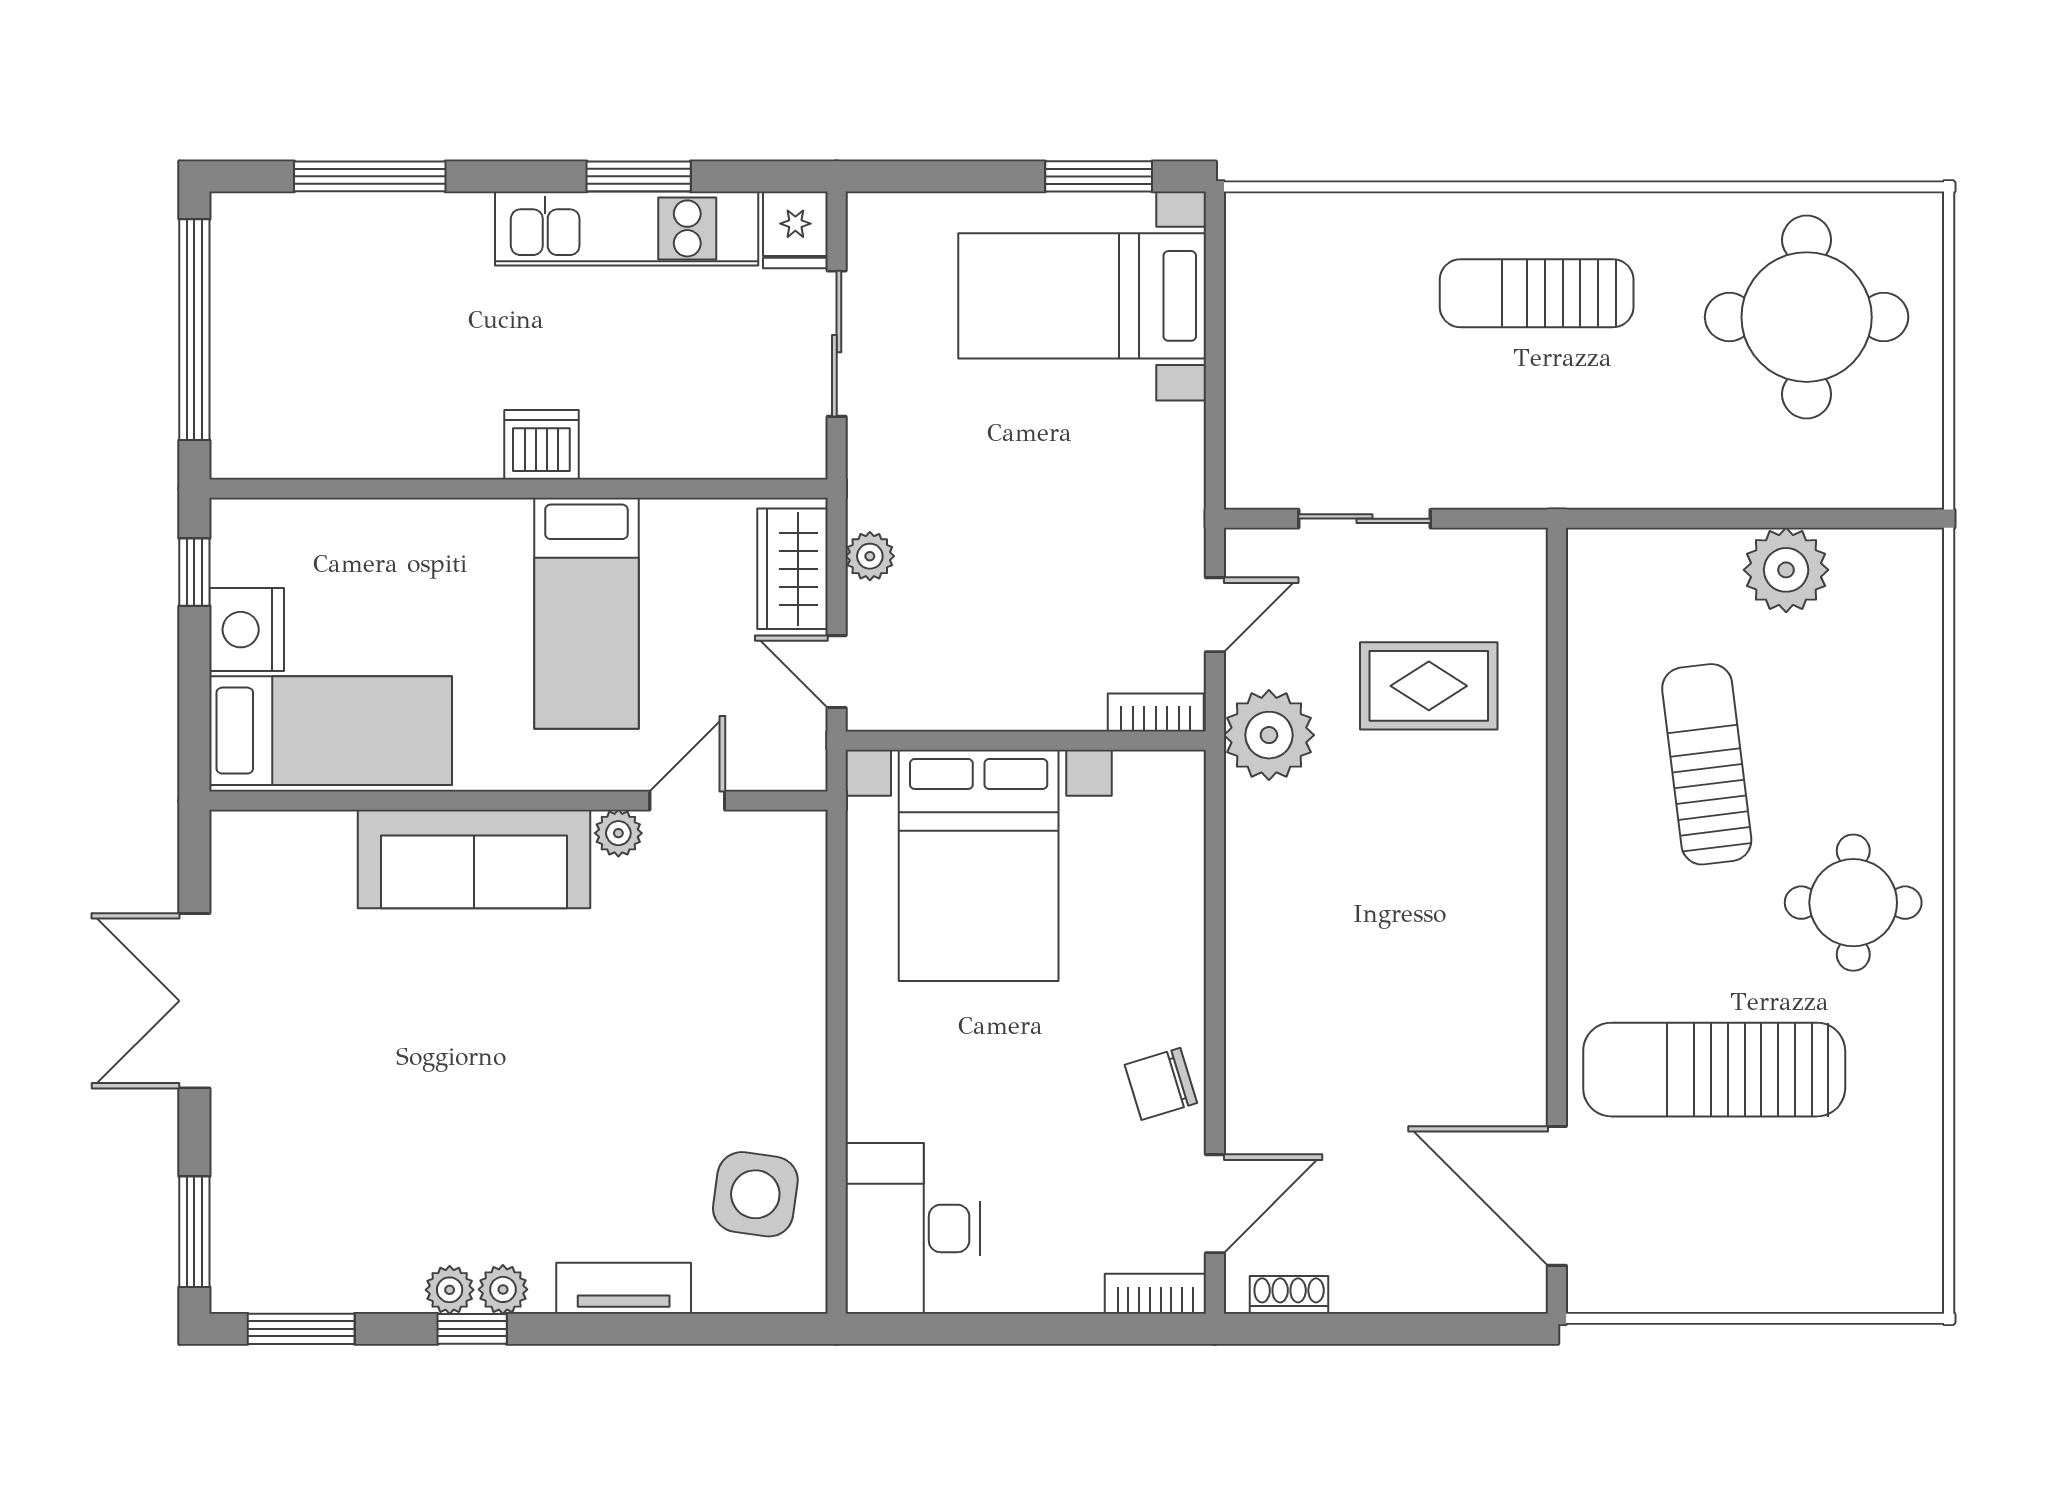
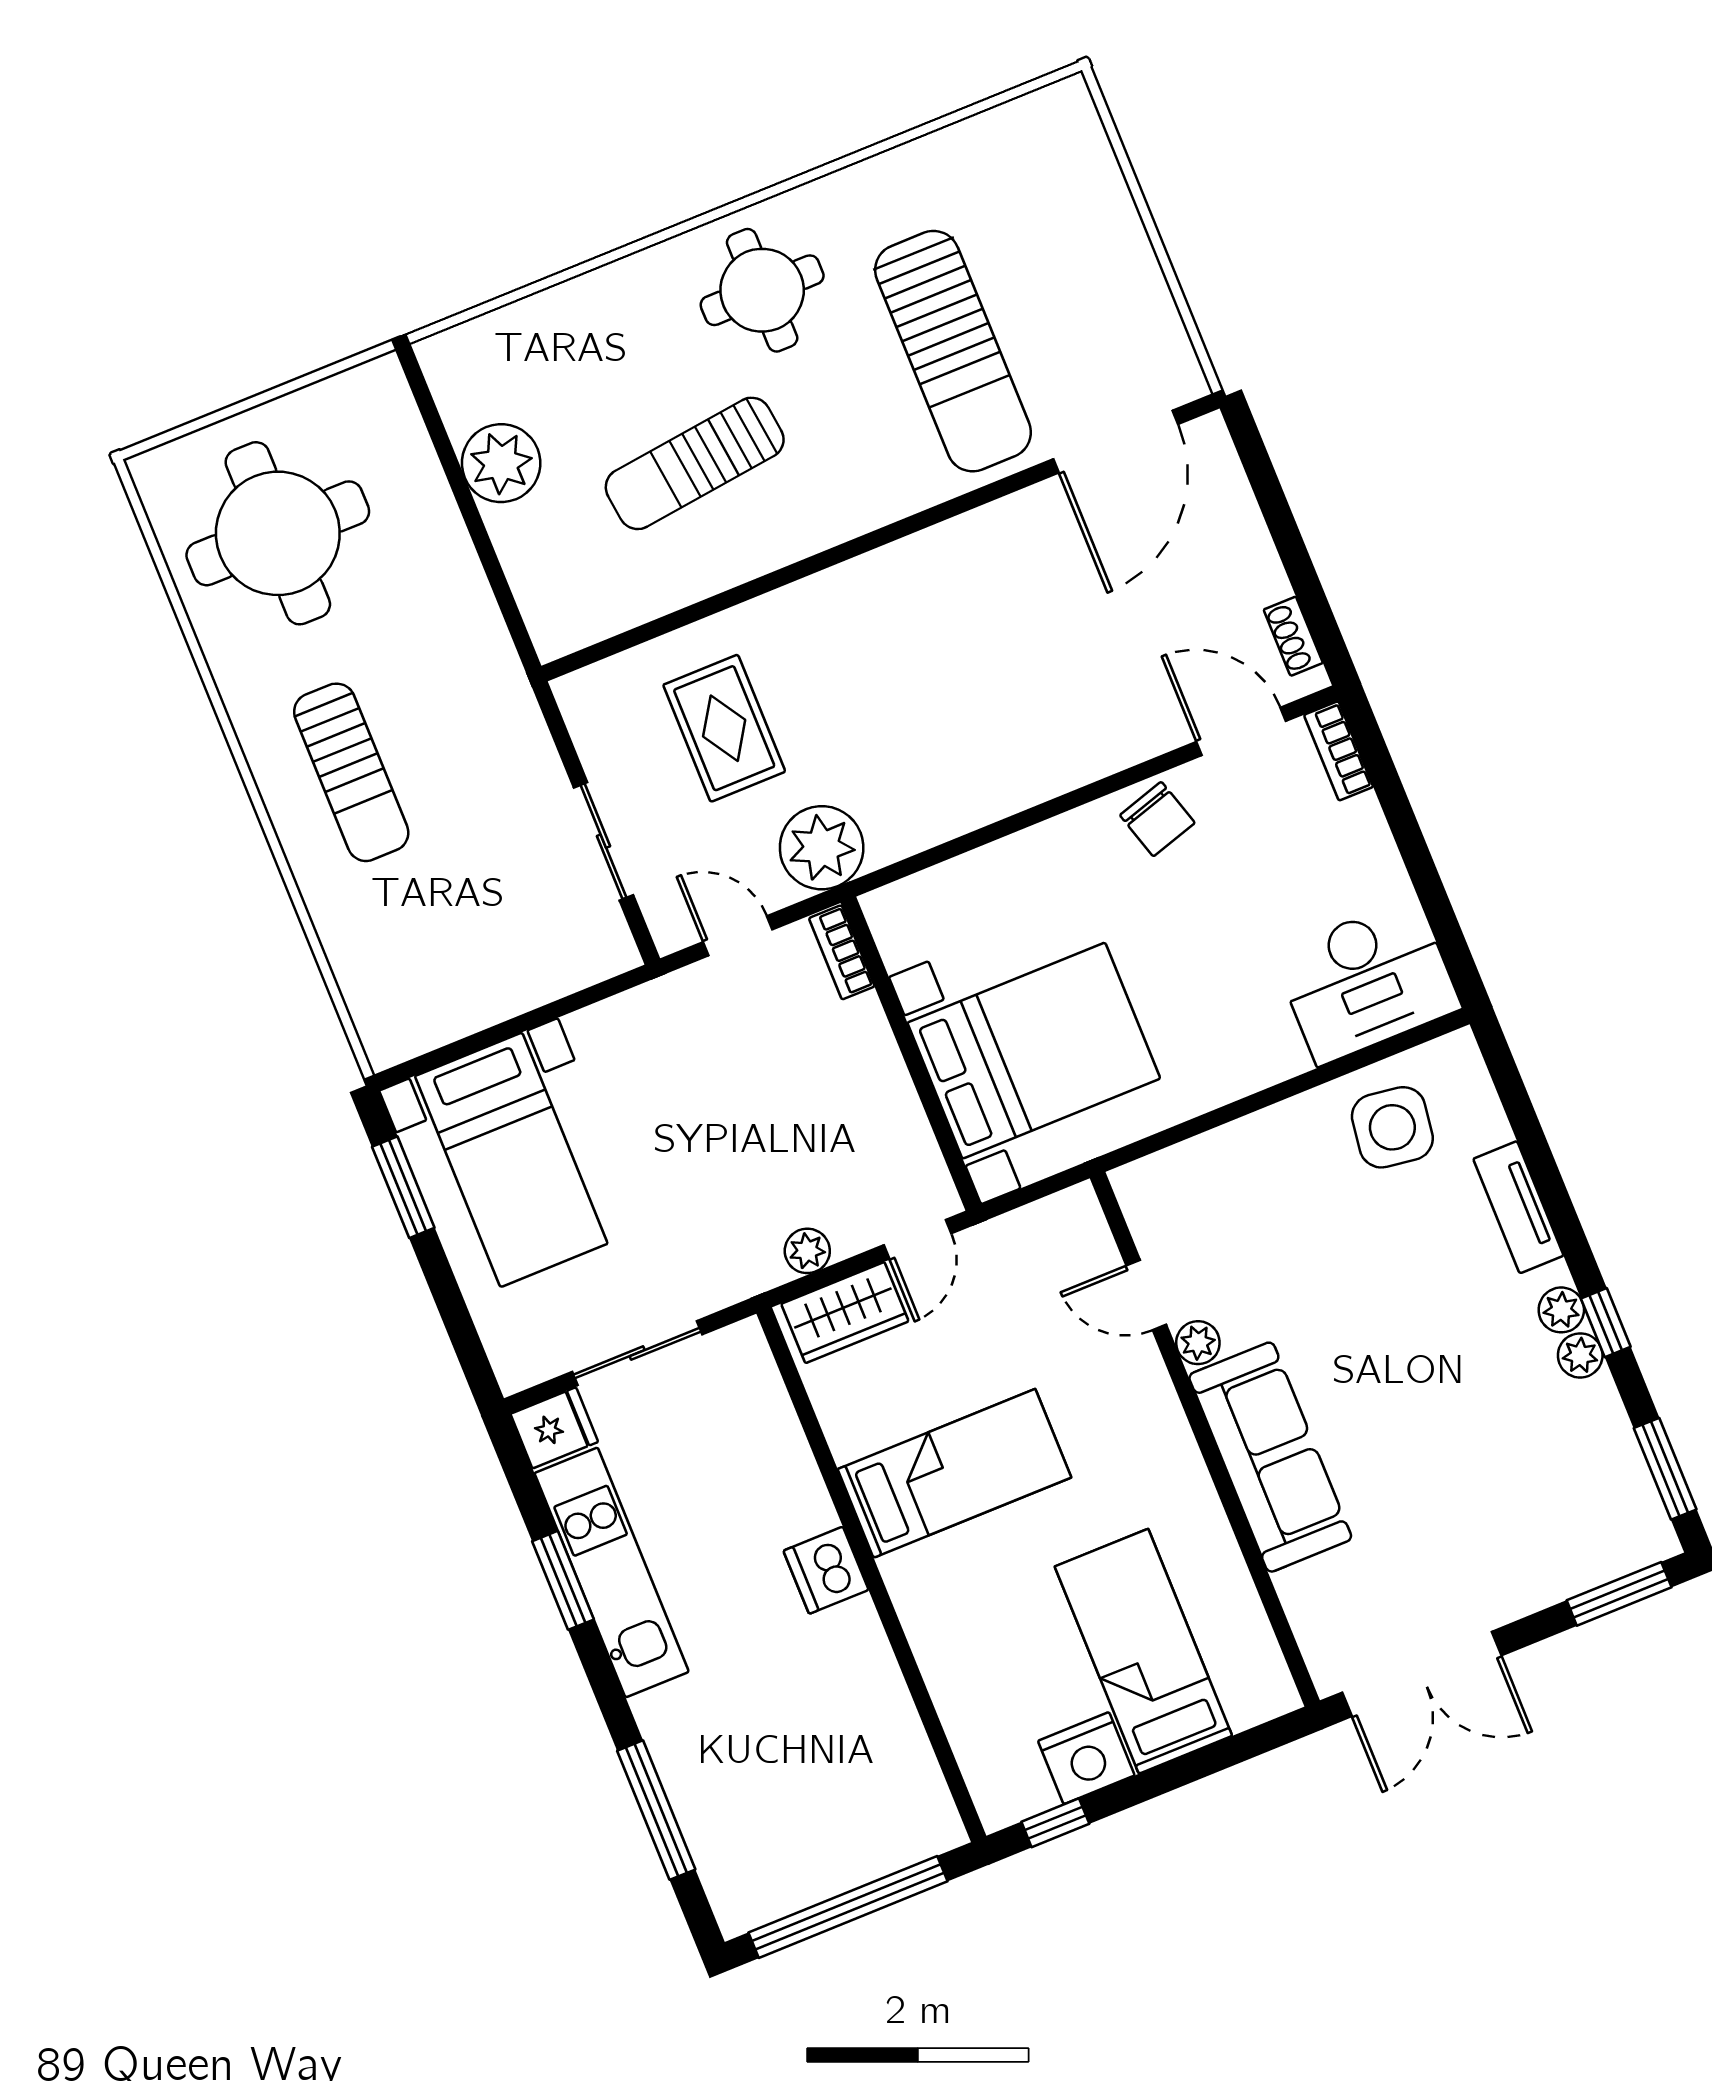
wall: (518, 801) -> (1205, 1439), moved
door: (687, 801) -> (1146, 1295), moved
plant: (618, 833) -> (1198, 1343), moved
sofa: (474, 859) -> (1270, 1457), moved

